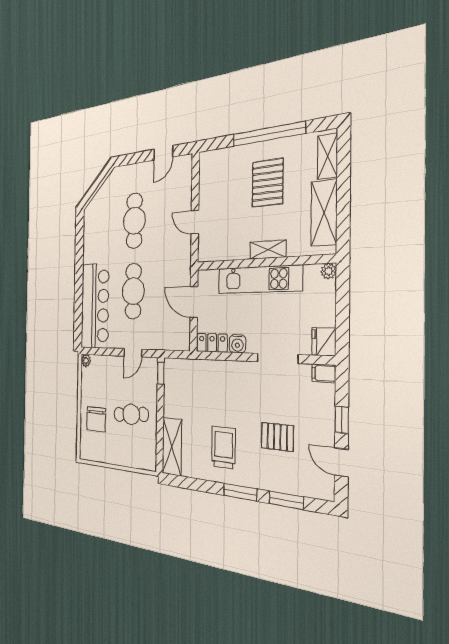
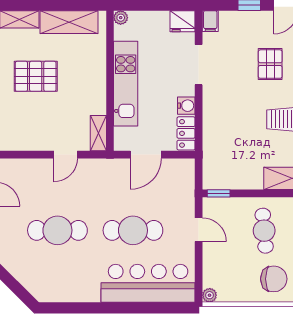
shelving: (268, 250) -> (98, 133), moved

